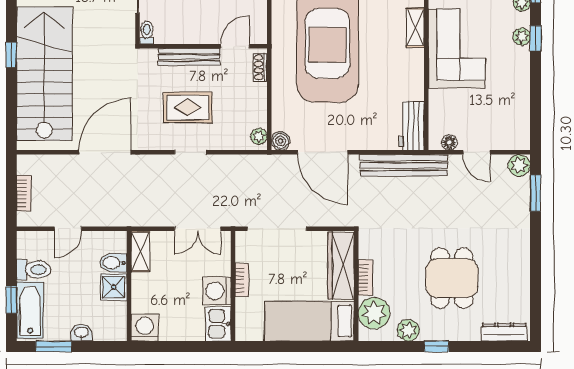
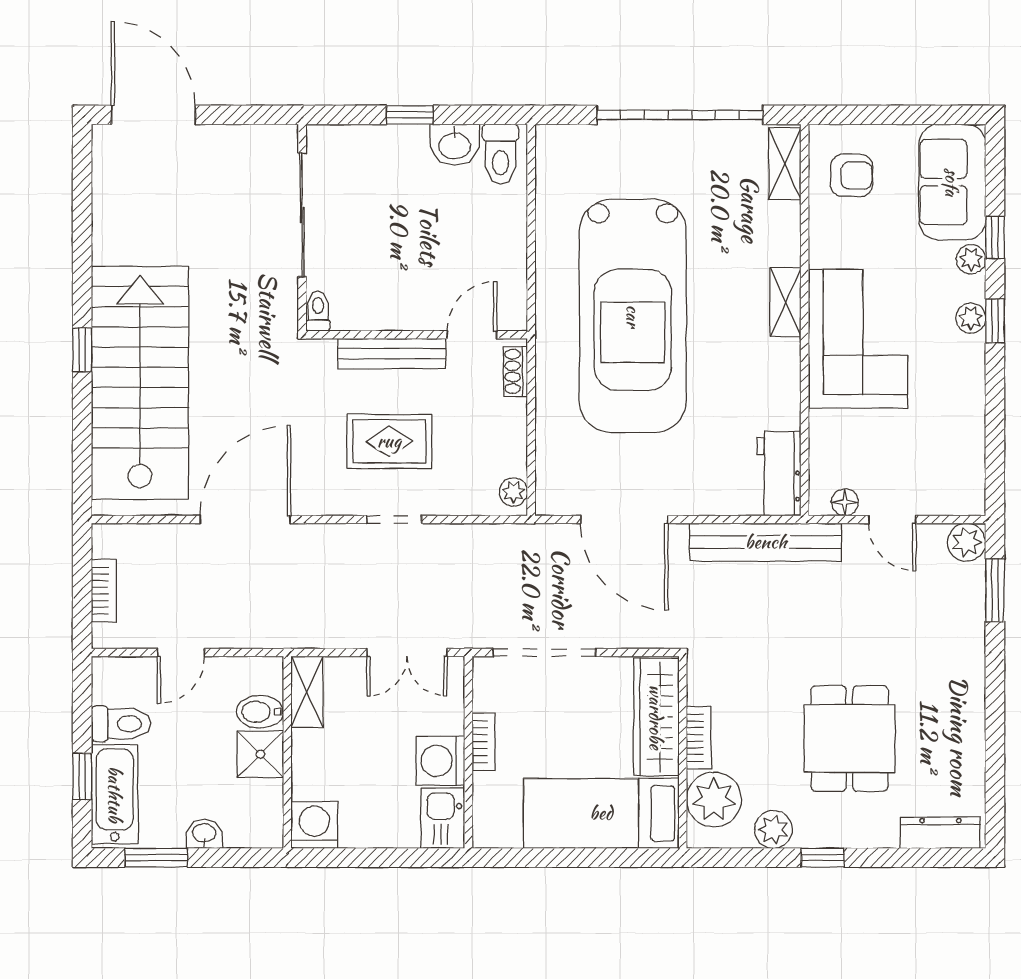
boiler: (281, 141) -> (551, 500), removed

